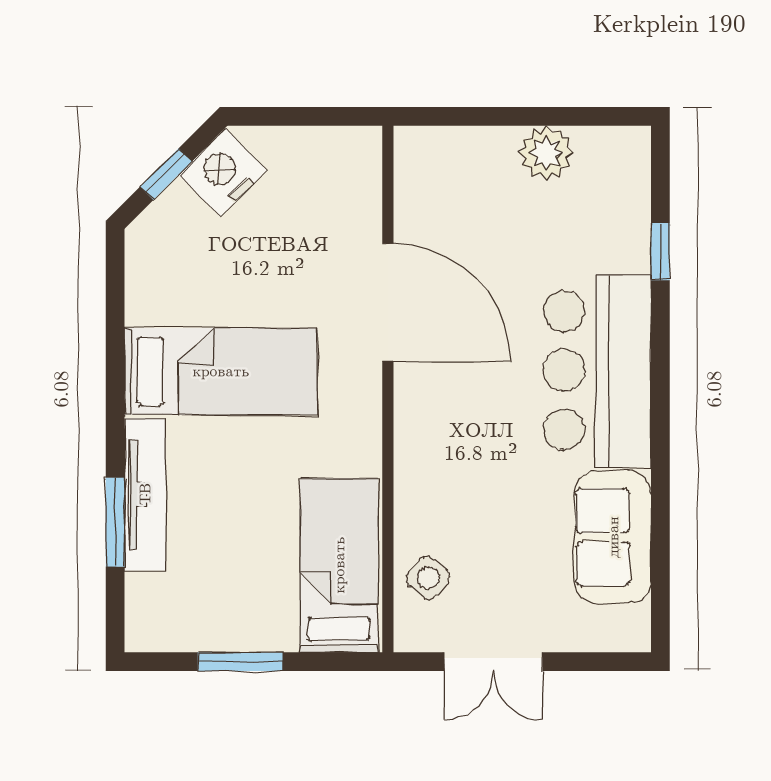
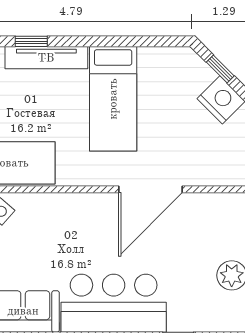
window: (115, 522) -> (31, 41), width x0.67

